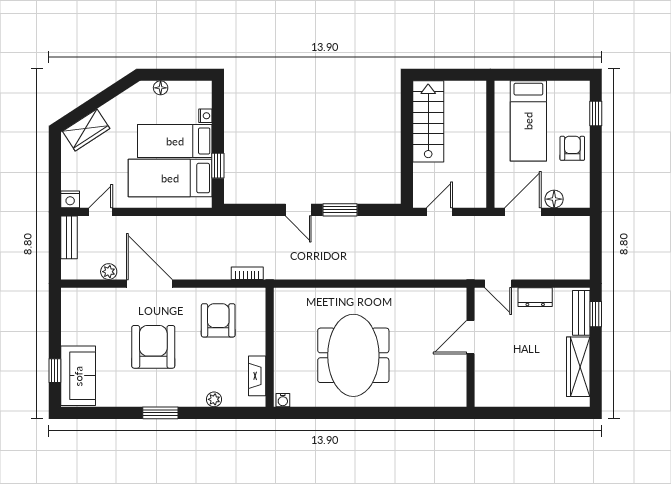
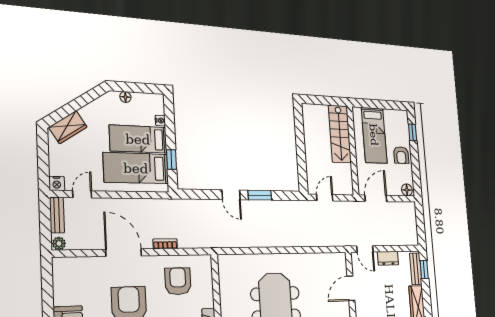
stairs: (428, 121) -> (340, 134), moved, turned 180
armchair: (572, 148) -> (401, 155), turned 180
floor lamp: (554, 199) -> (407, 190), moved
plant: (109, 272) -> (59, 244), moved
bookcase: (247, 273) -> (165, 244), moved

